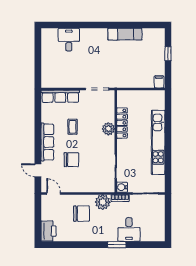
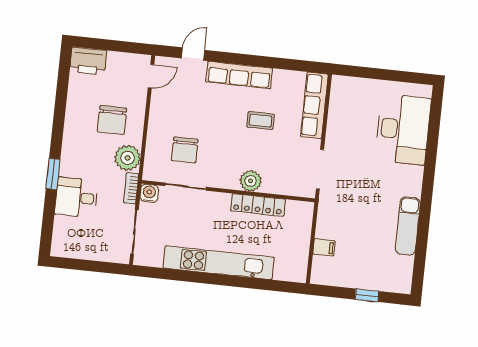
desk: (69, 40) -> (403, 129), width x1.87, depth x1.30
filing cabinet: (159, 82) -> (324, 247), moved
chair: (71, 160) -> (185, 150), moved

